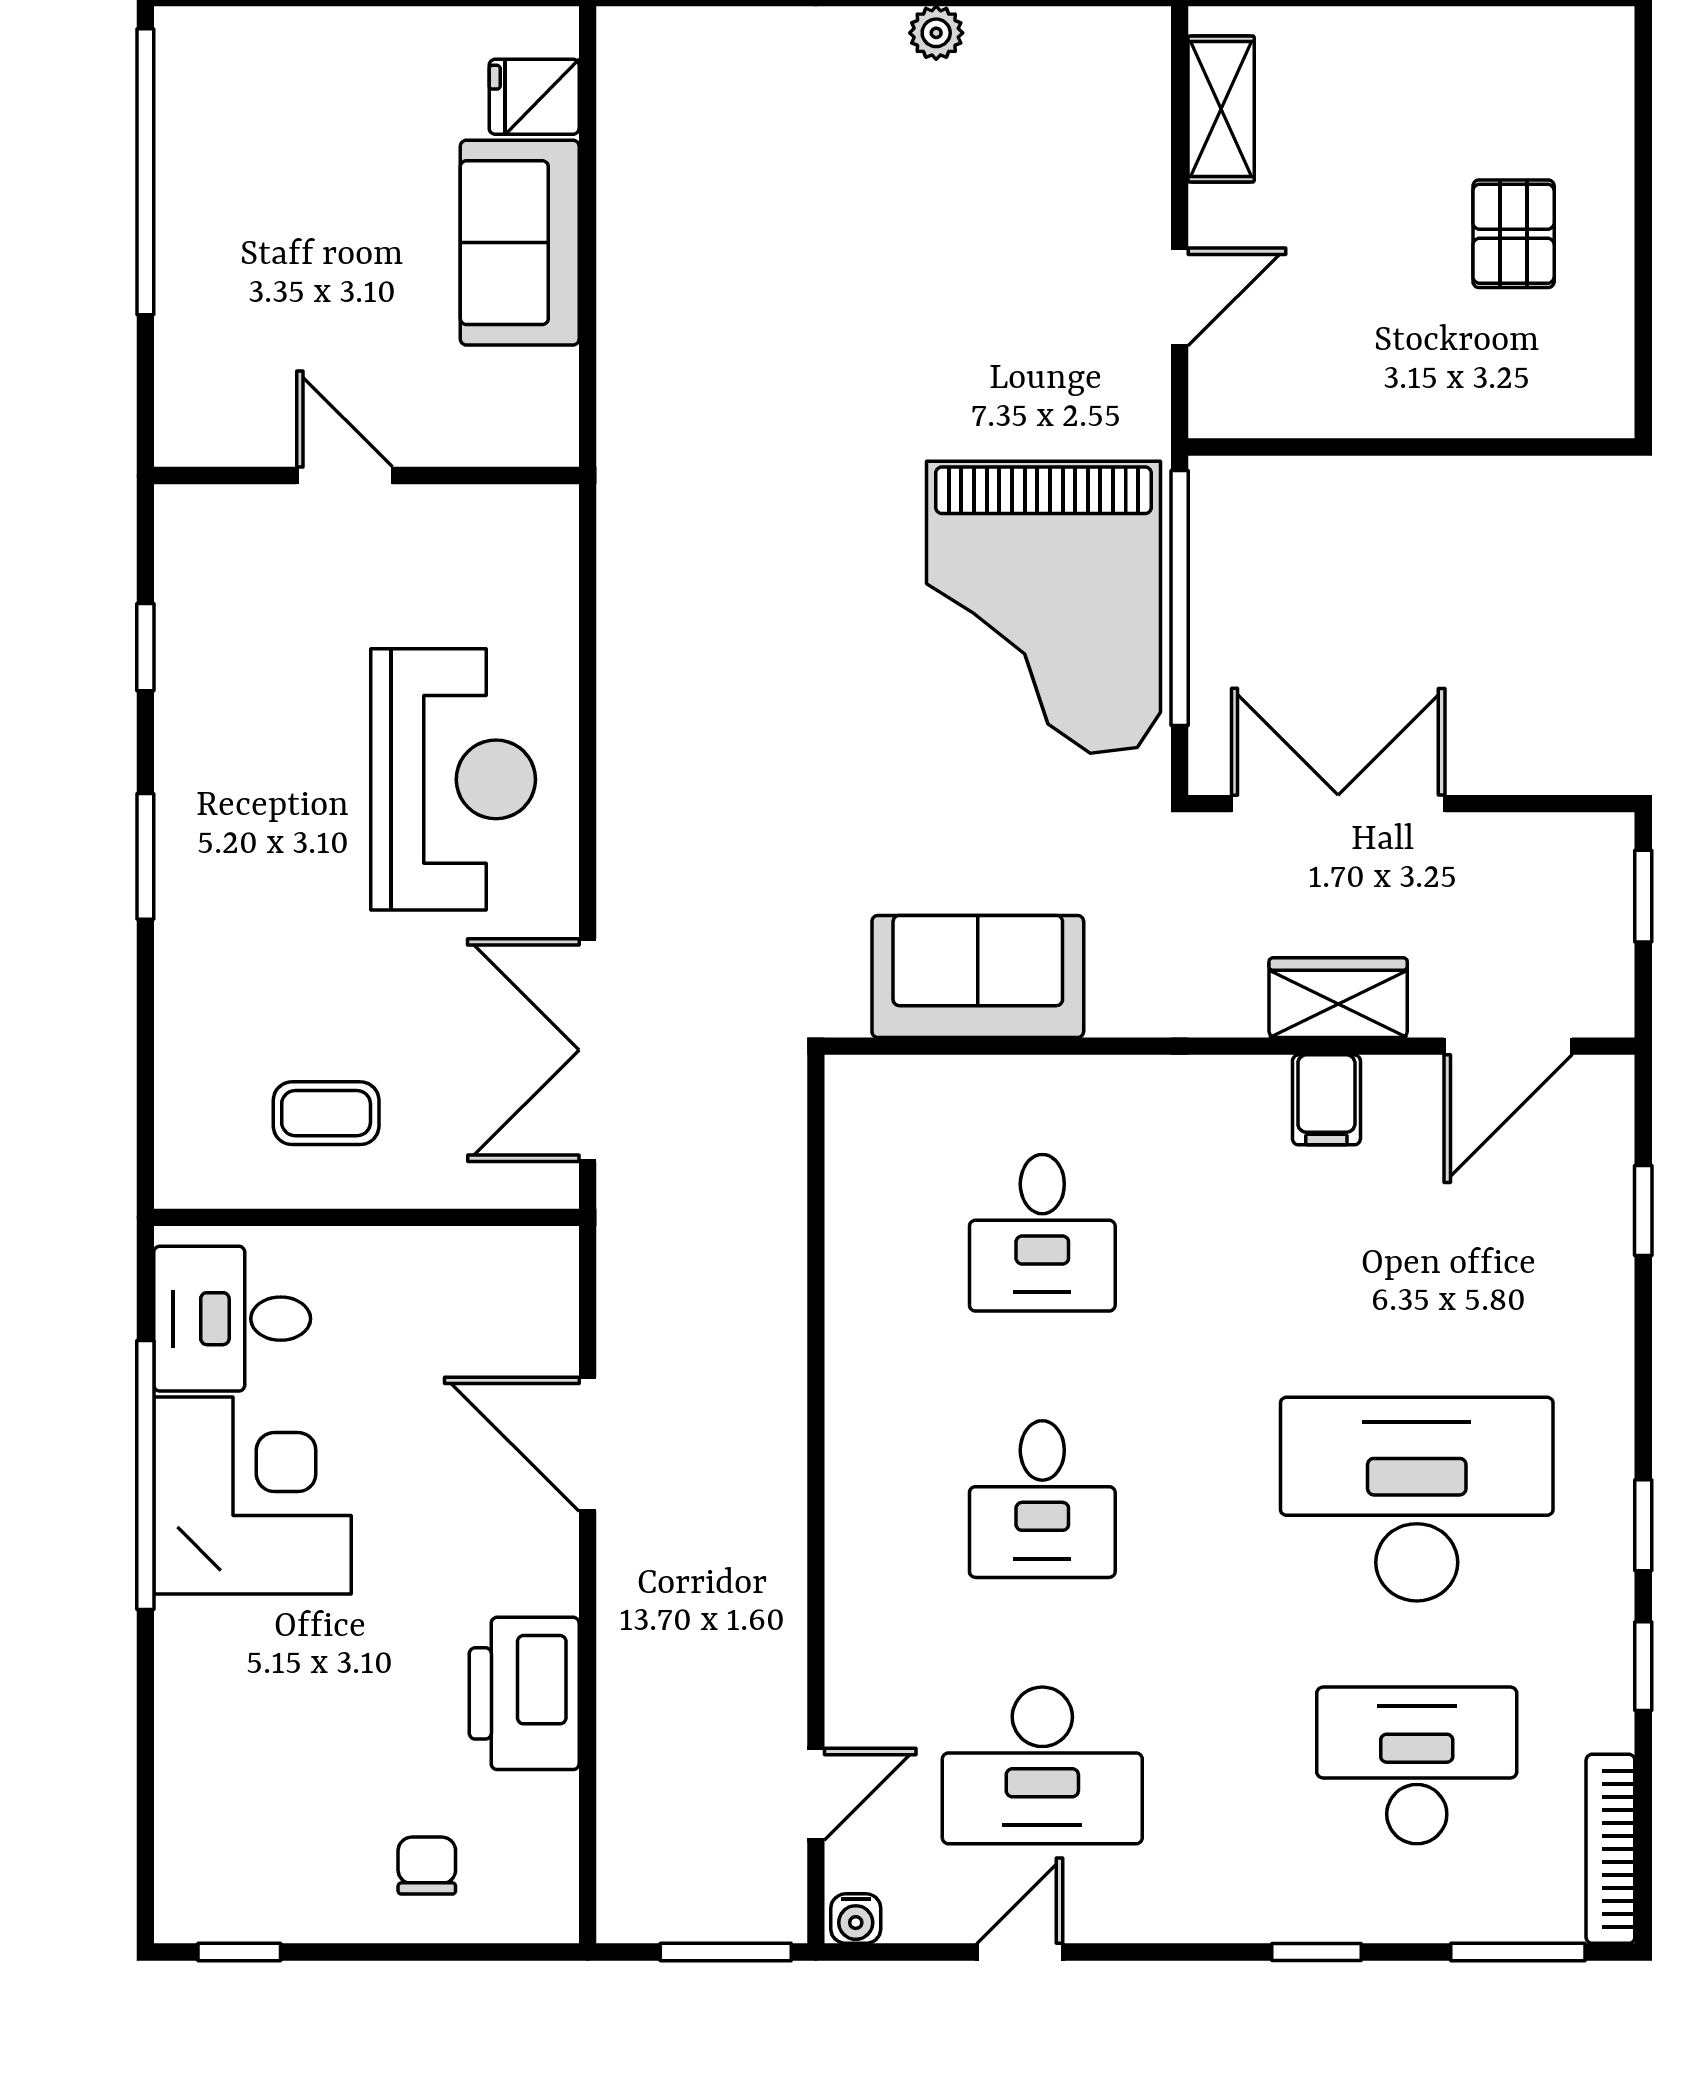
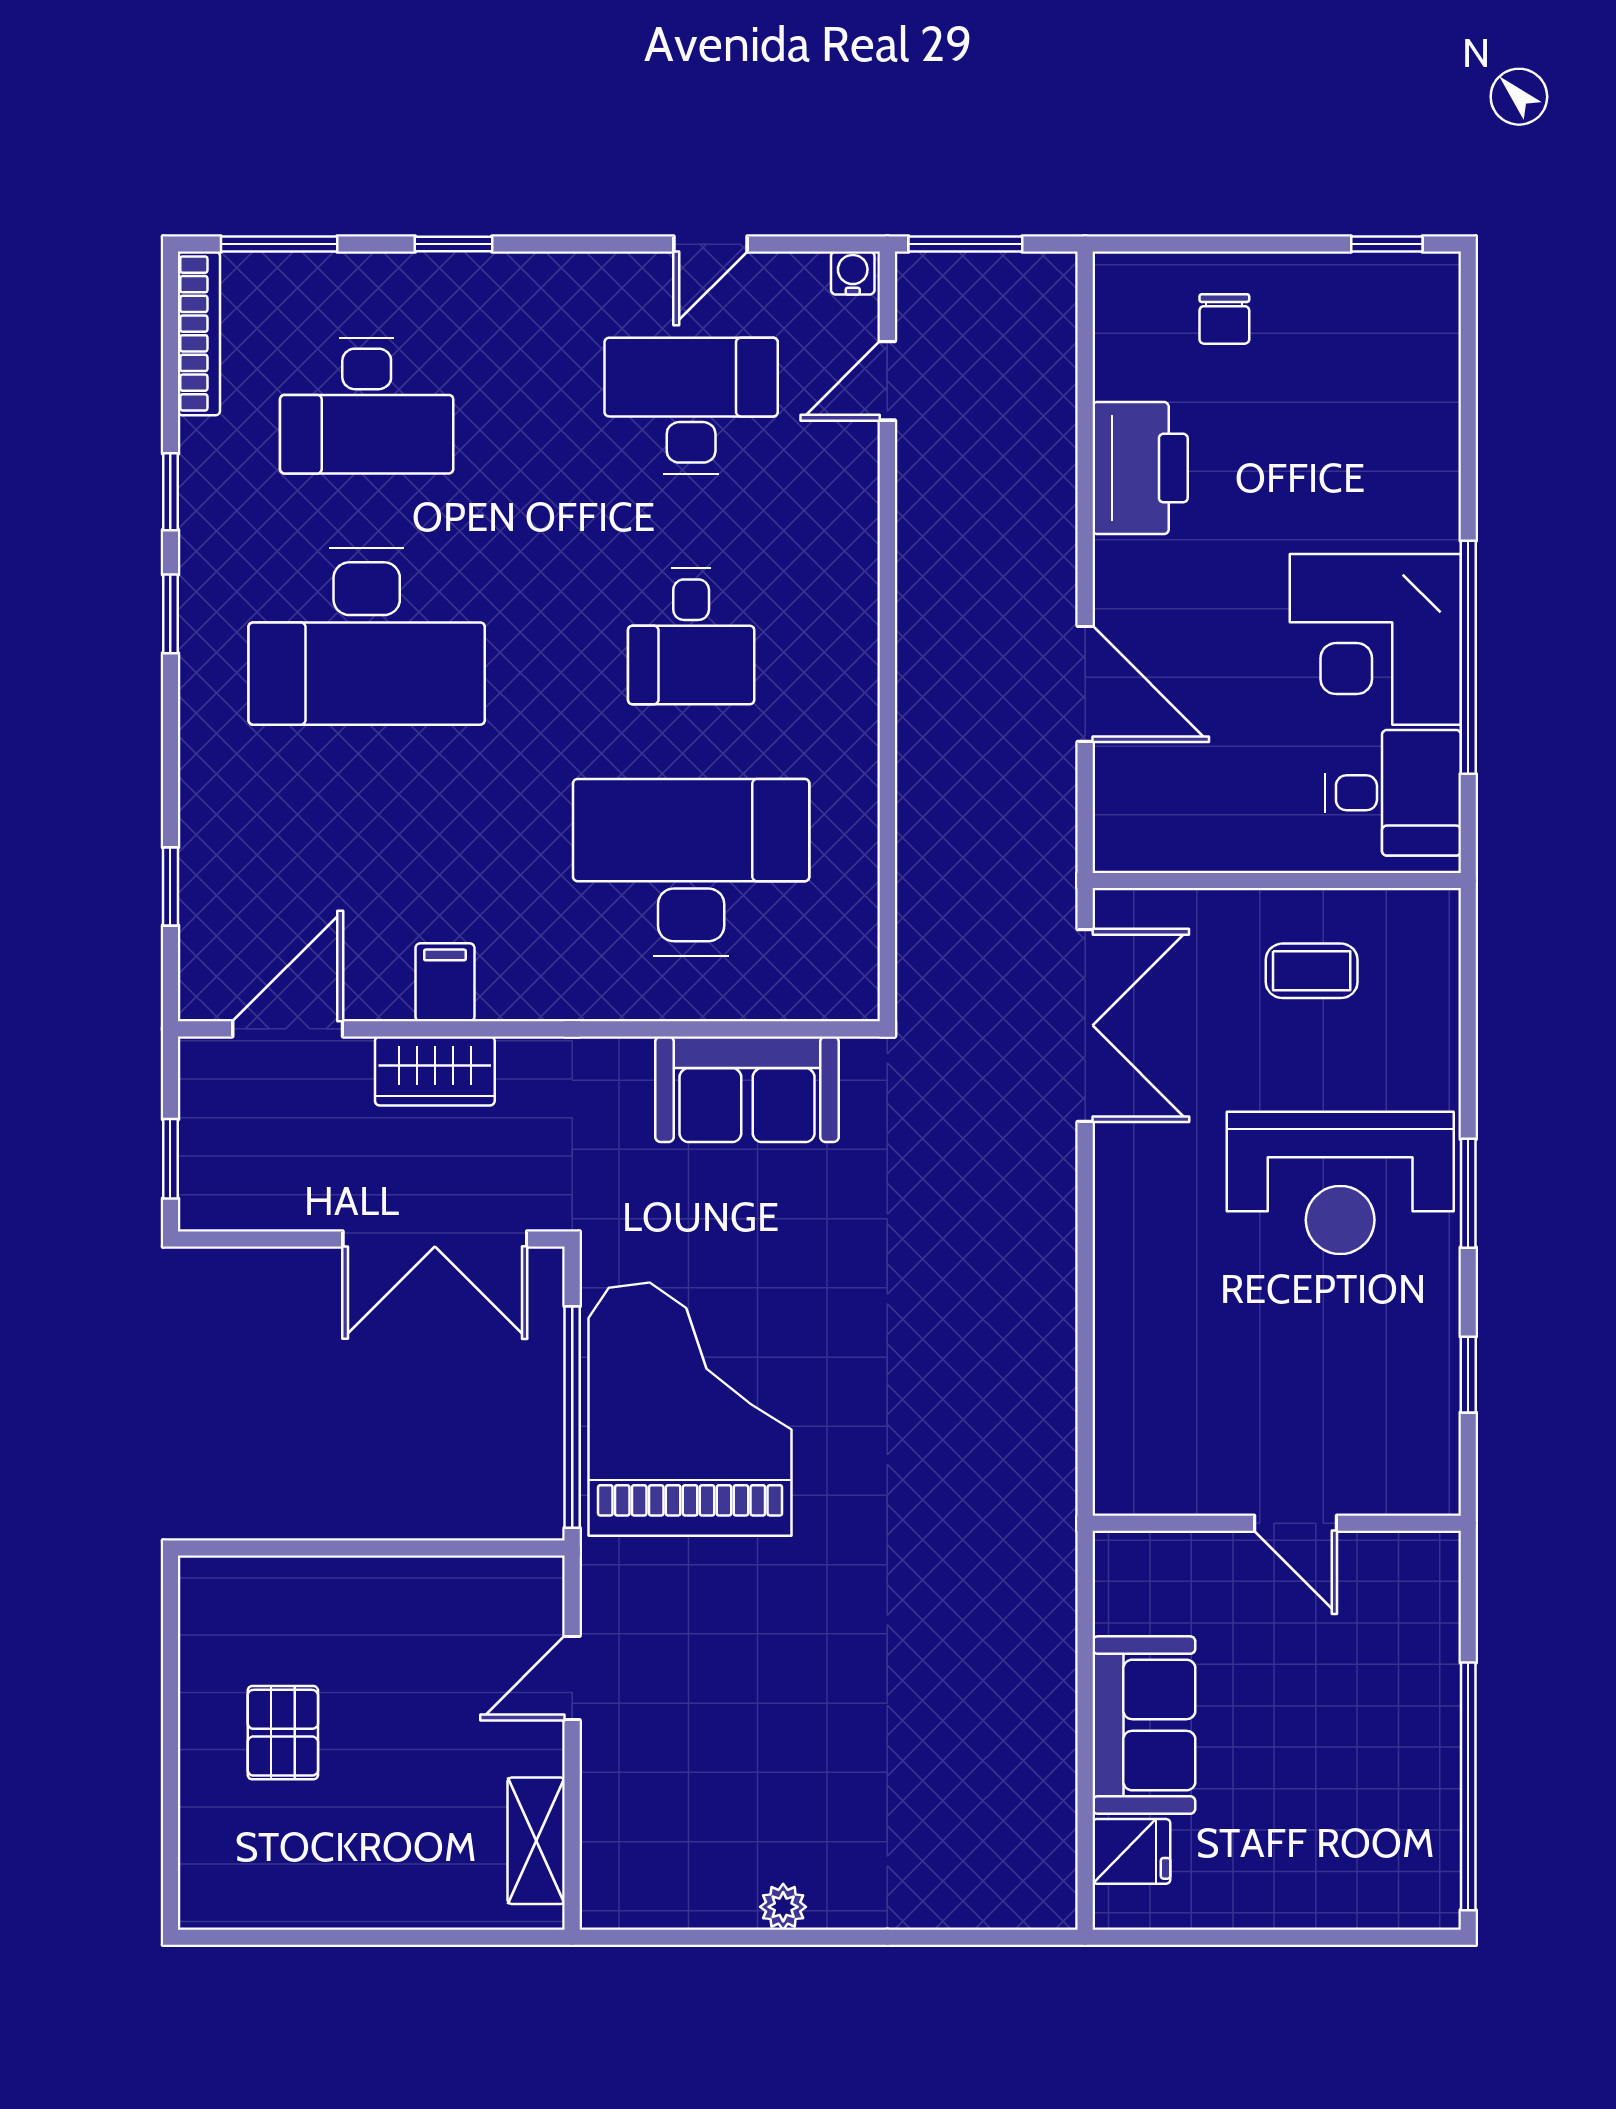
reception desk: (453, 779) -> (1340, 1183), moved, turned -90
desk: (1042, 1233) -> (691, 867), width x1.87, depth x1.30
desk: (1042, 1499) -> (691, 636), turned 180

